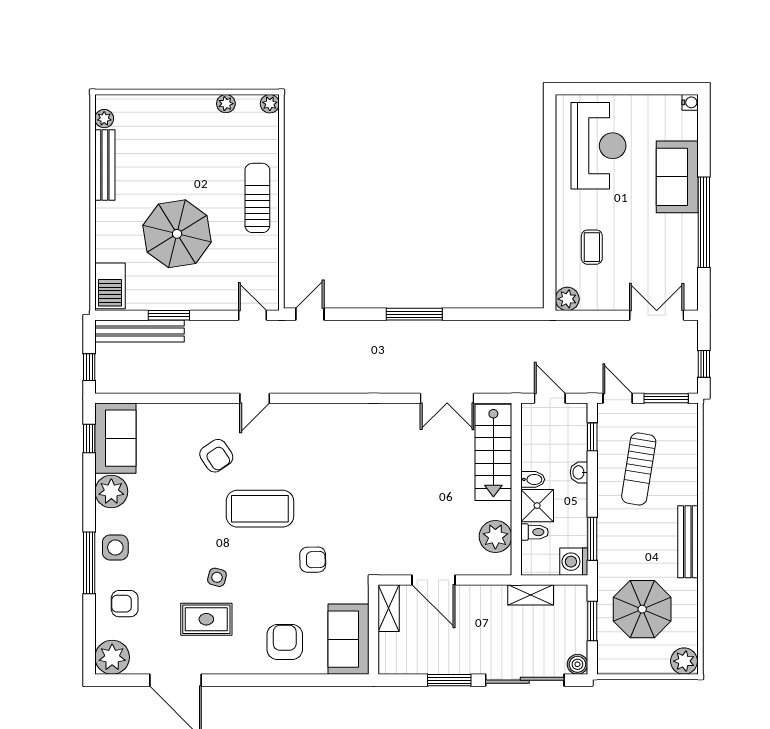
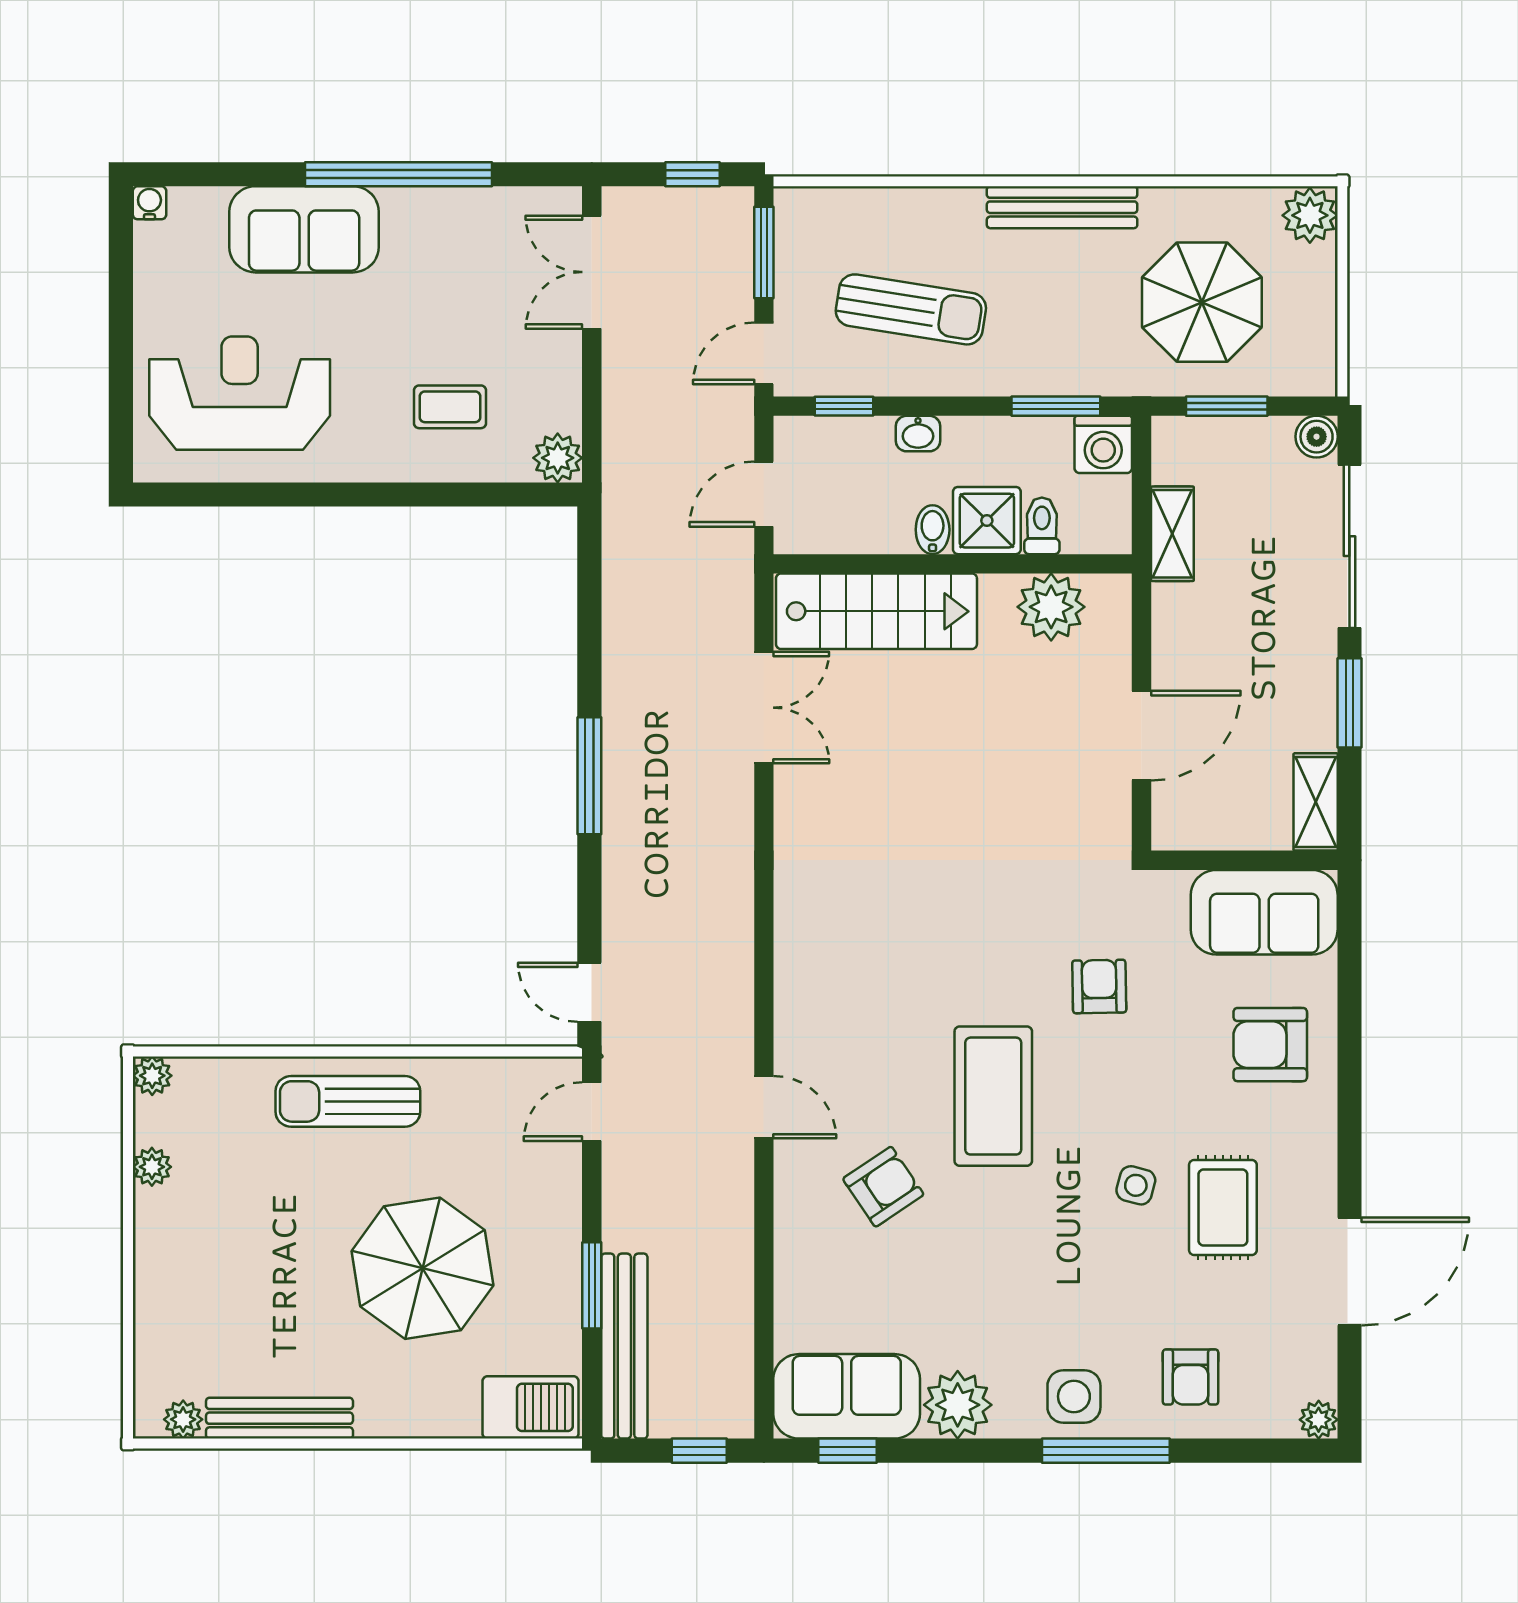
shelving: (389, 608) -> (1316, 802), moved, turned 90
plant: (112, 657) -> (1319, 1420), width x0.53, depth x0.53

